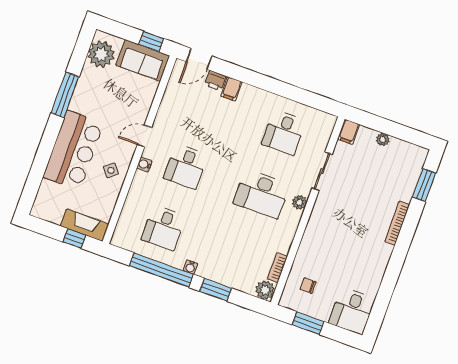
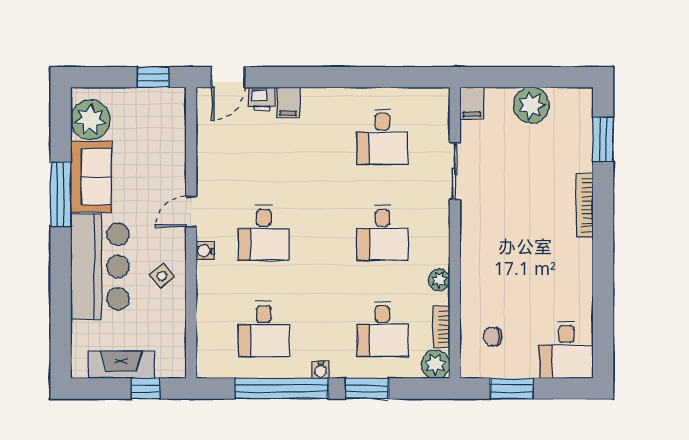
sofa: (143, 60) -> (91, 177), moved, turned -90
plant: (383, 140) -> (531, 105), width x1.88, depth x1.88
desk: (262, 194) -> (382, 233), width x0.73
plant: (299, 202) -> (439, 280), moved
fireplace: (85, 225) -> (121, 365), moved
desk: (239, 255) -> (382, 329), added

